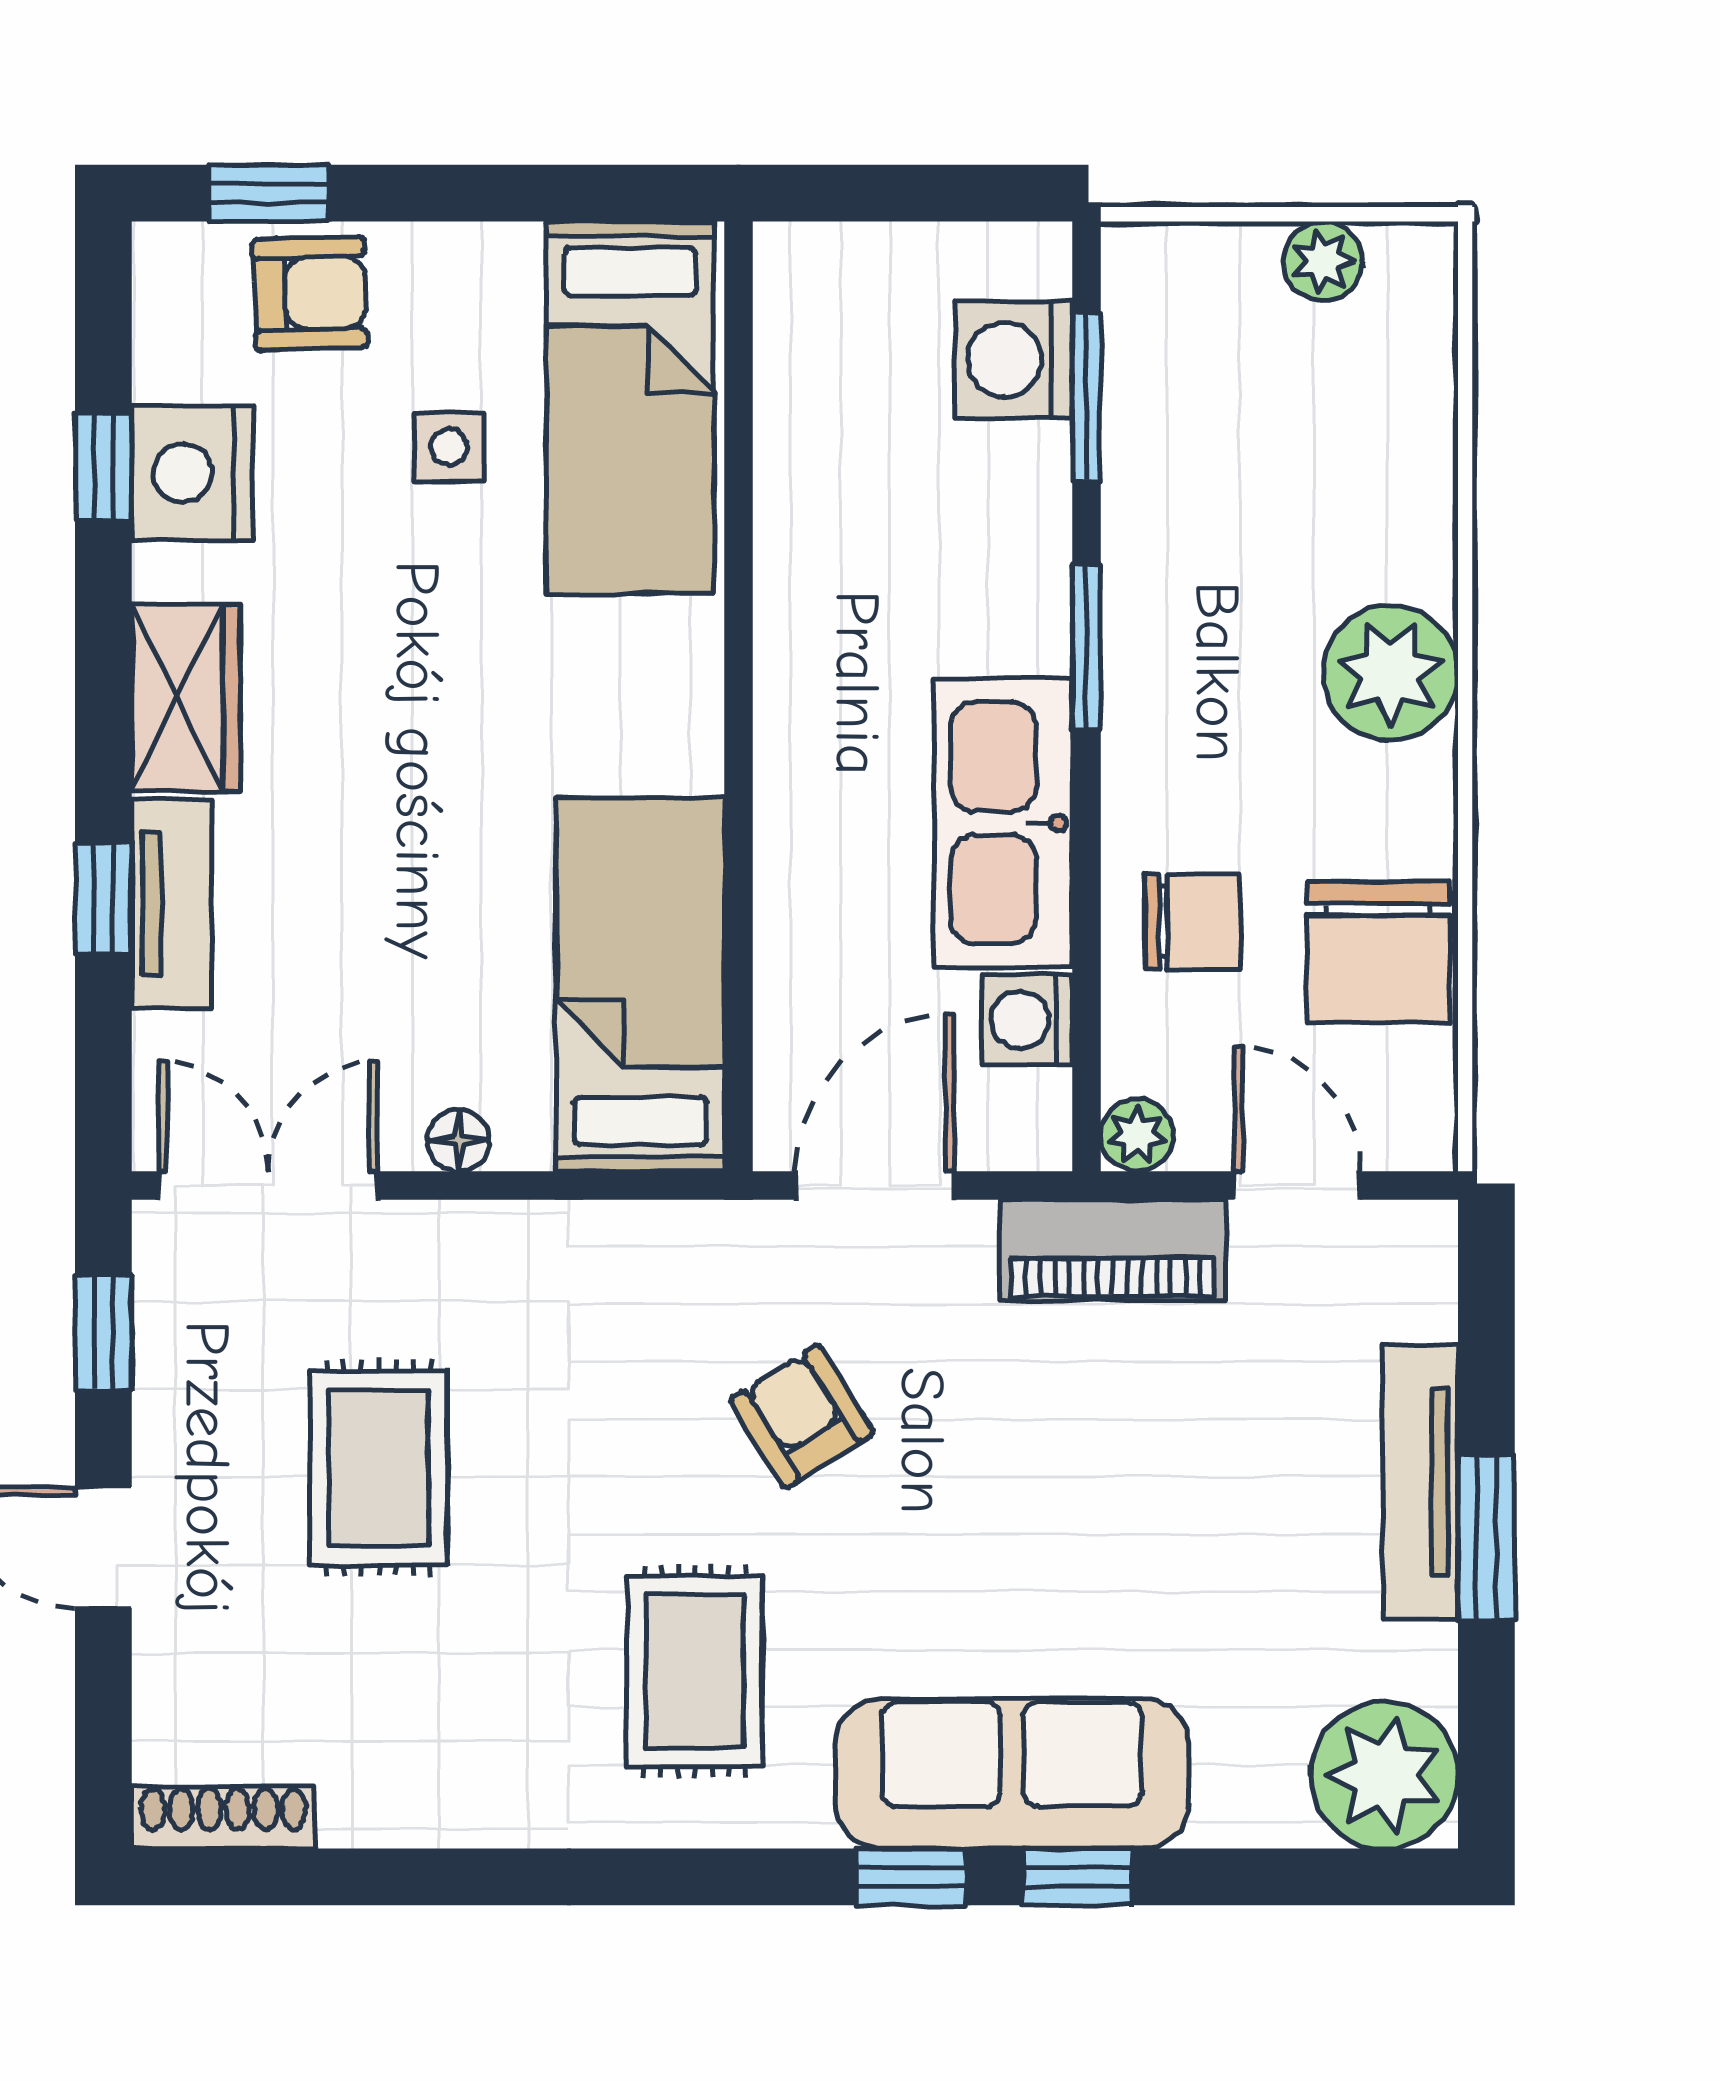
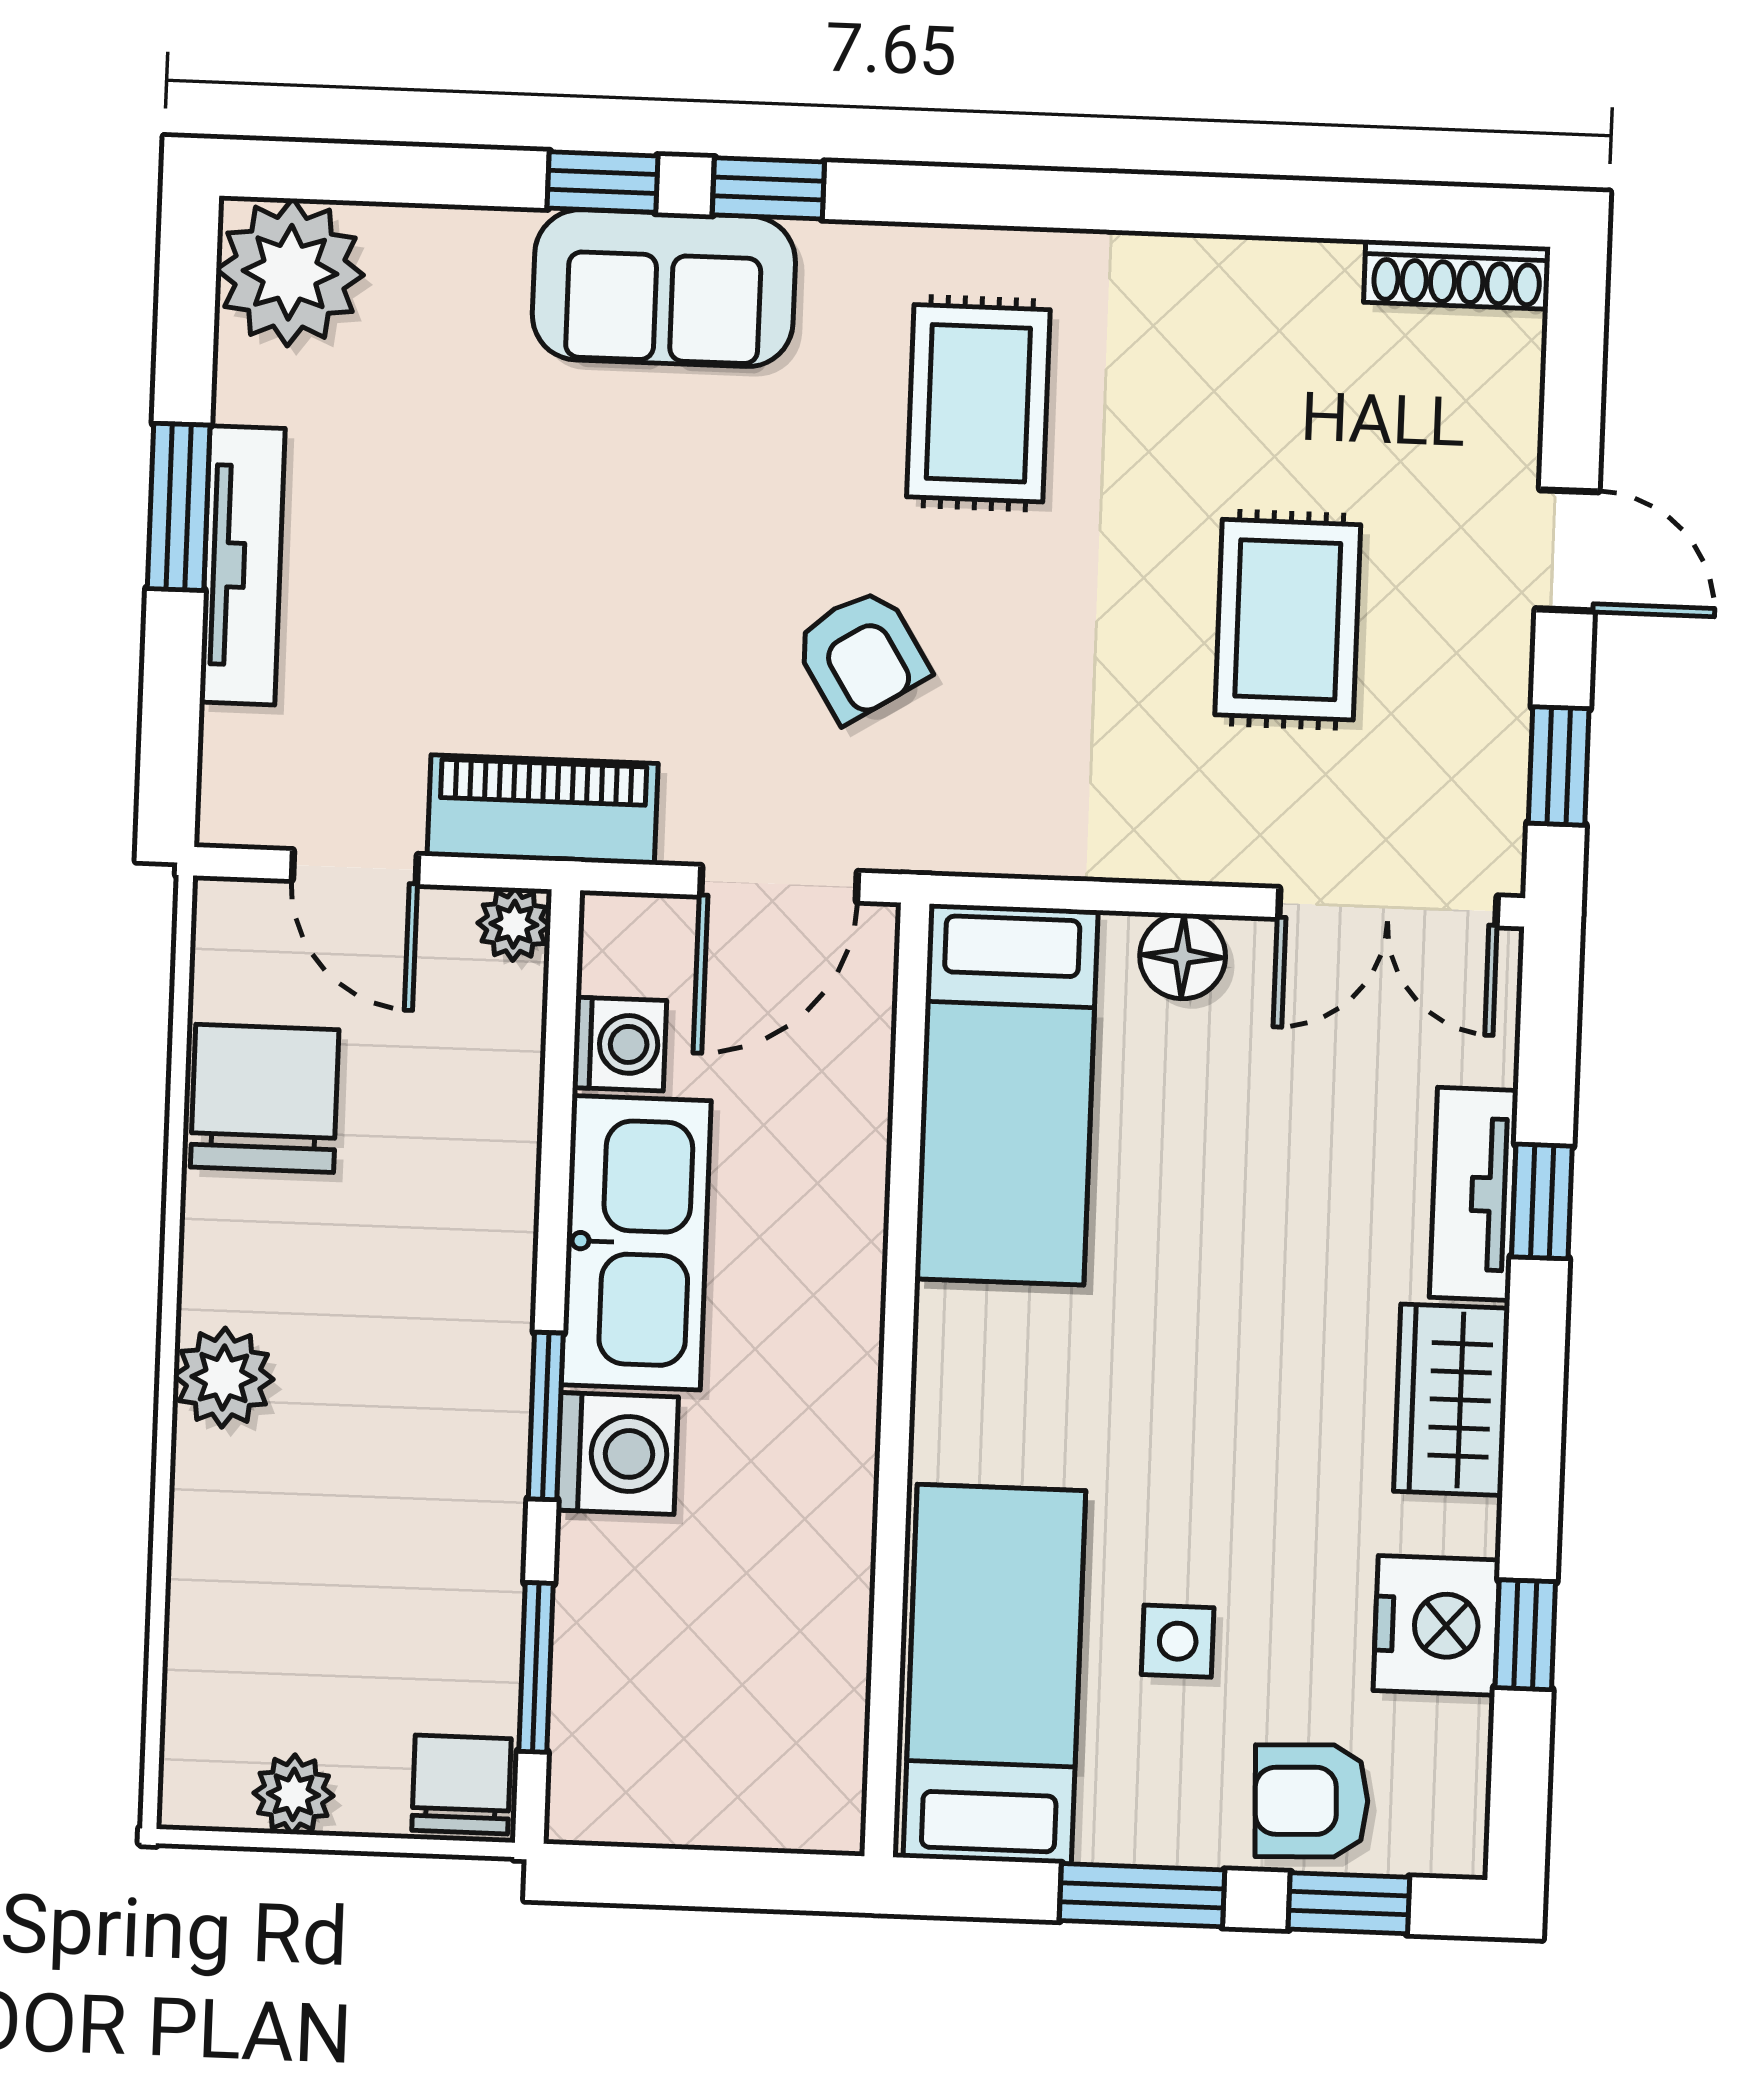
window: (475, 193) -> (1142, 1895), added
washing machine: (1014, 360) -> (617, 1453), moved
plant: (1390, 673) -> (224, 1378), width x0.73, depth x0.73
chair: (1192, 922) -> (461, 1785), moved, turned 90
floor lamp: (459, 1140) -> (1183, 956), width x1.37, depth x1.37
sofa: (1012, 1774) -> (664, 288), width x0.73

